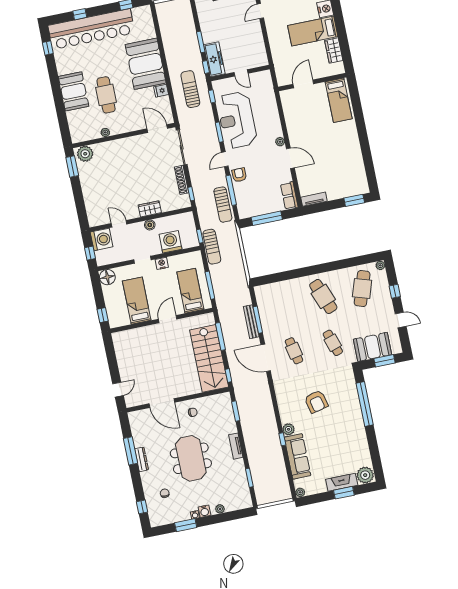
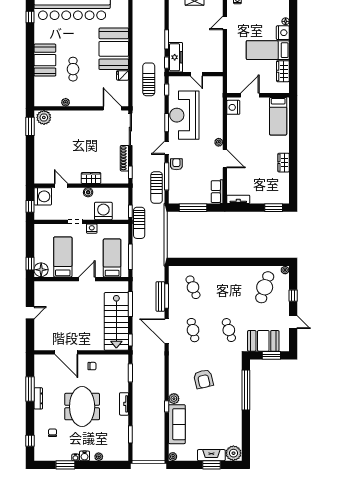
cafe table: (106, 95) -> (73, 69), width x0.73, depth x0.74
nightstand: (288, 101) -> (233, 107), added
wardrobe: (355, 149) -> (284, 163), added
floor lamp: (107, 277) -> (41, 270), moved
cafe table: (323, 296) -> (193, 287), moved, width x0.73, depth x0.74
door: (118, 390) -> (30, 313), moved

